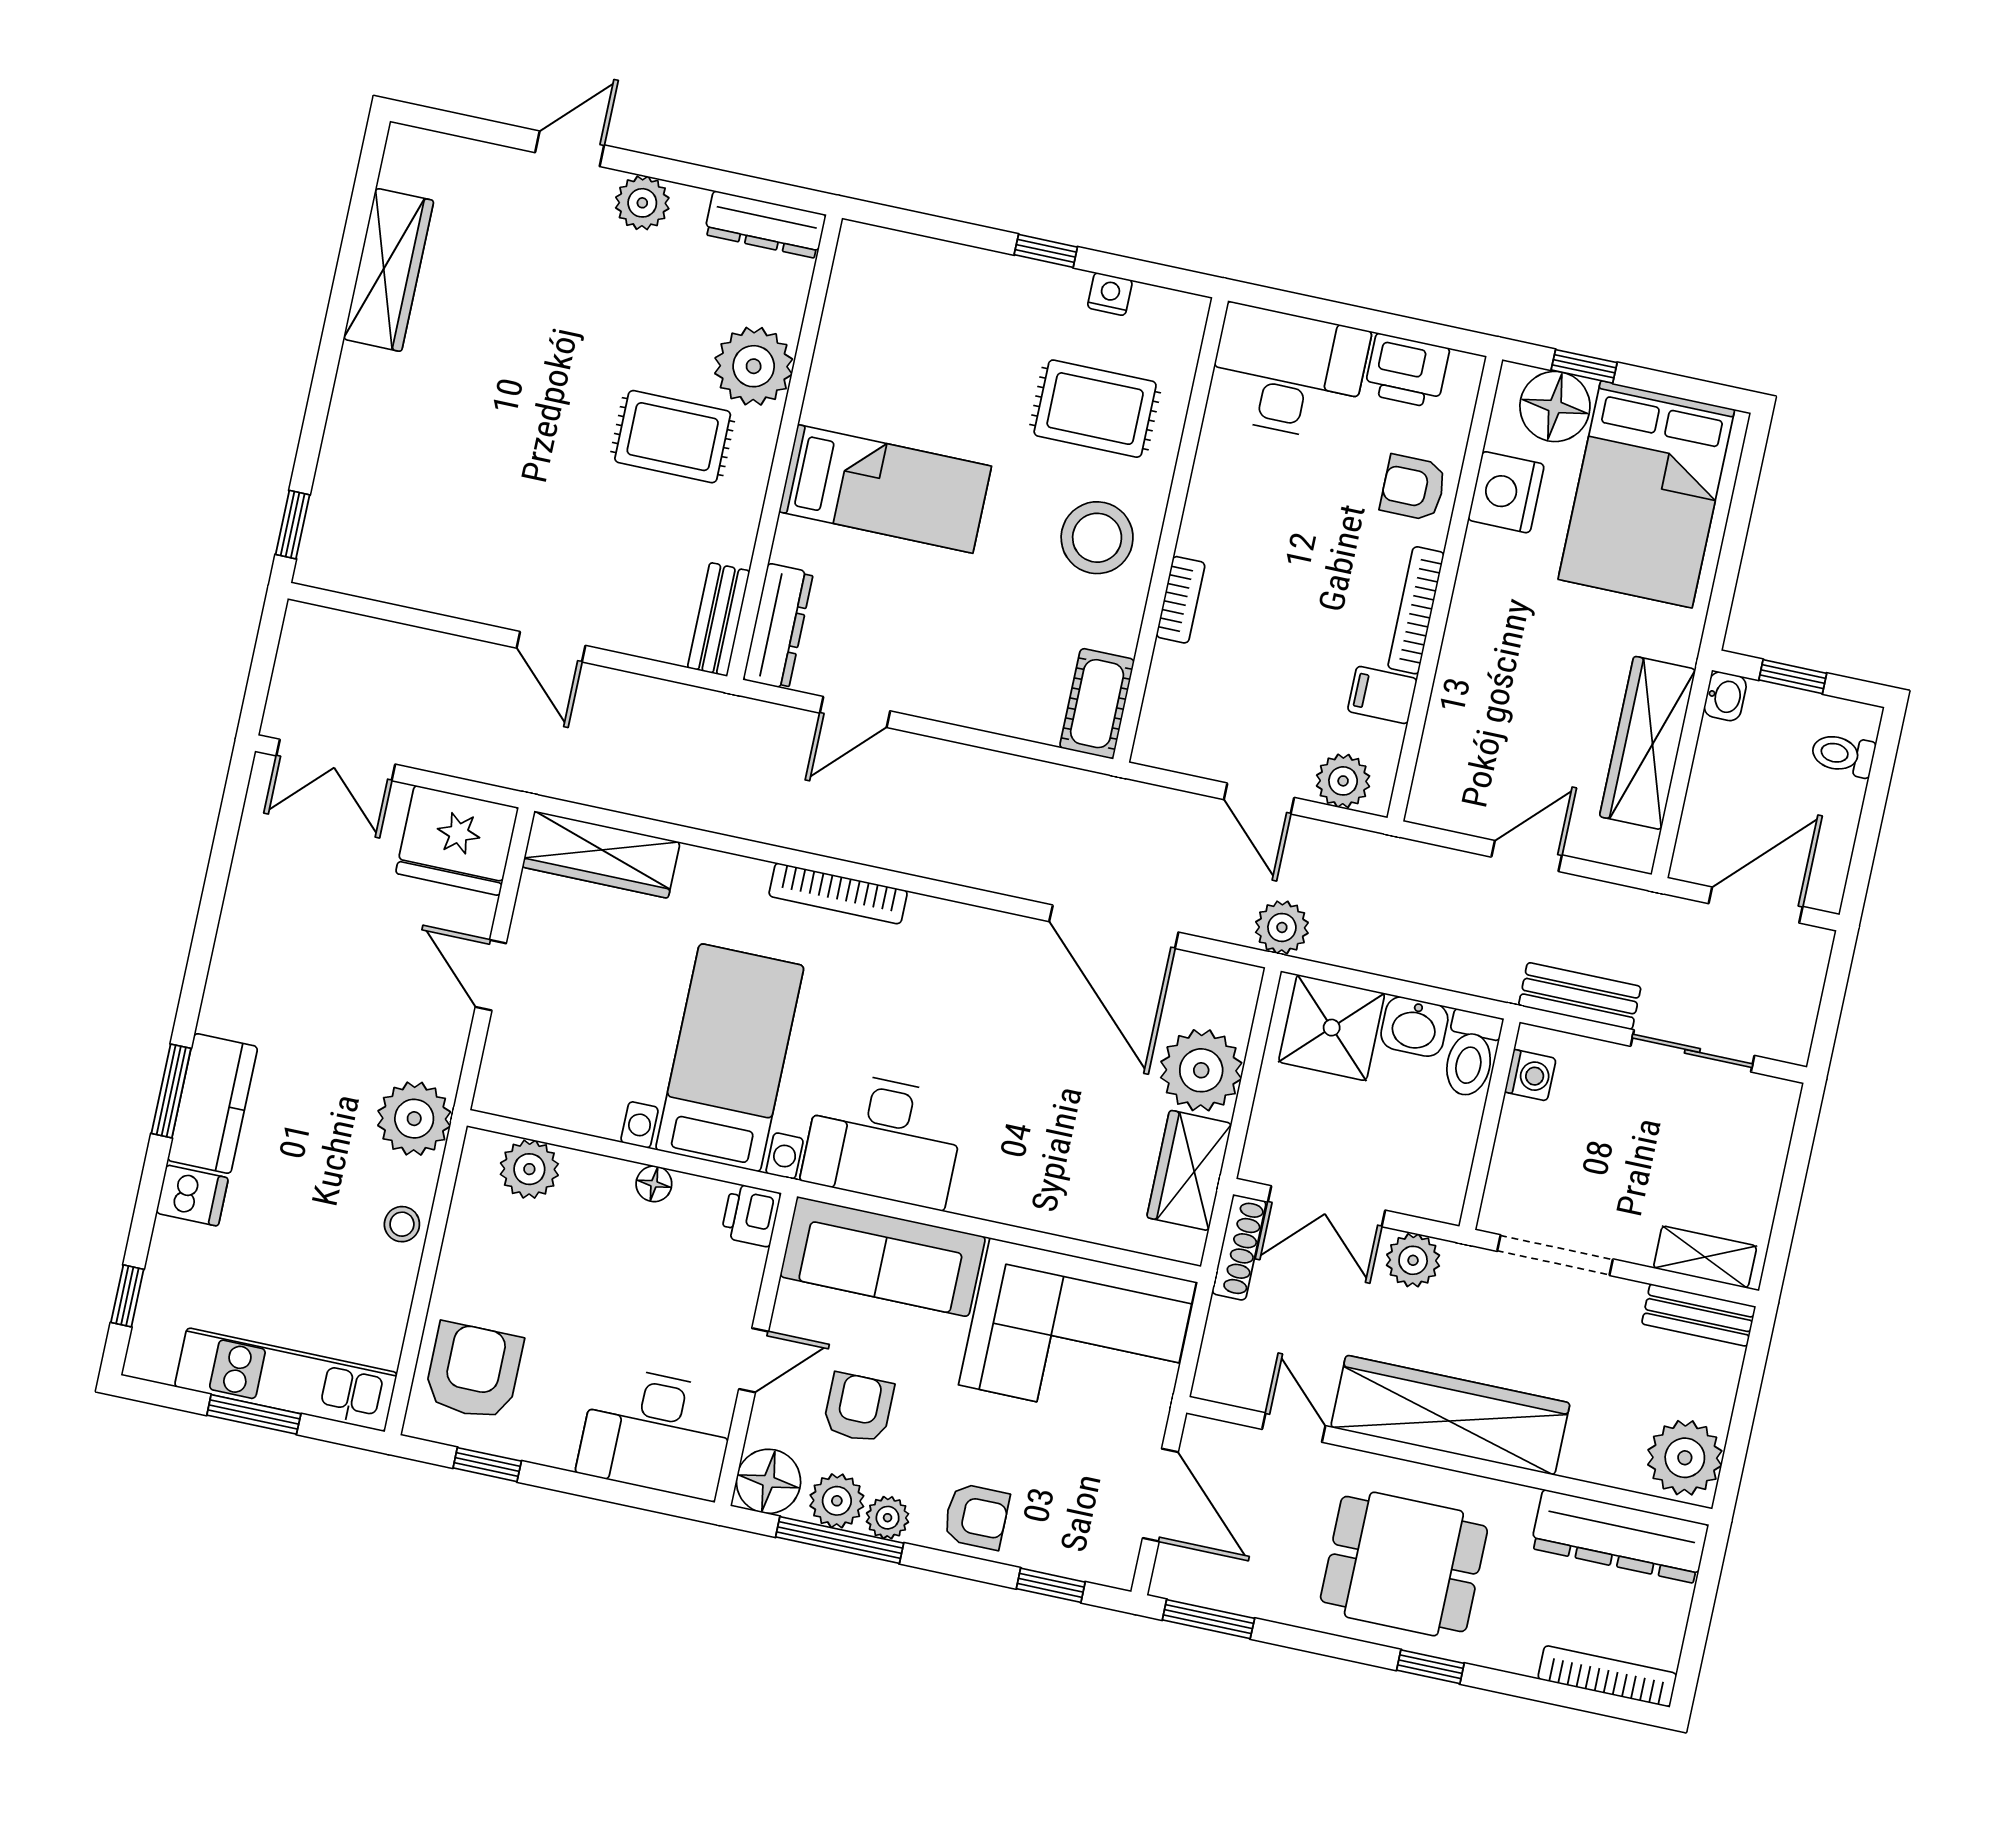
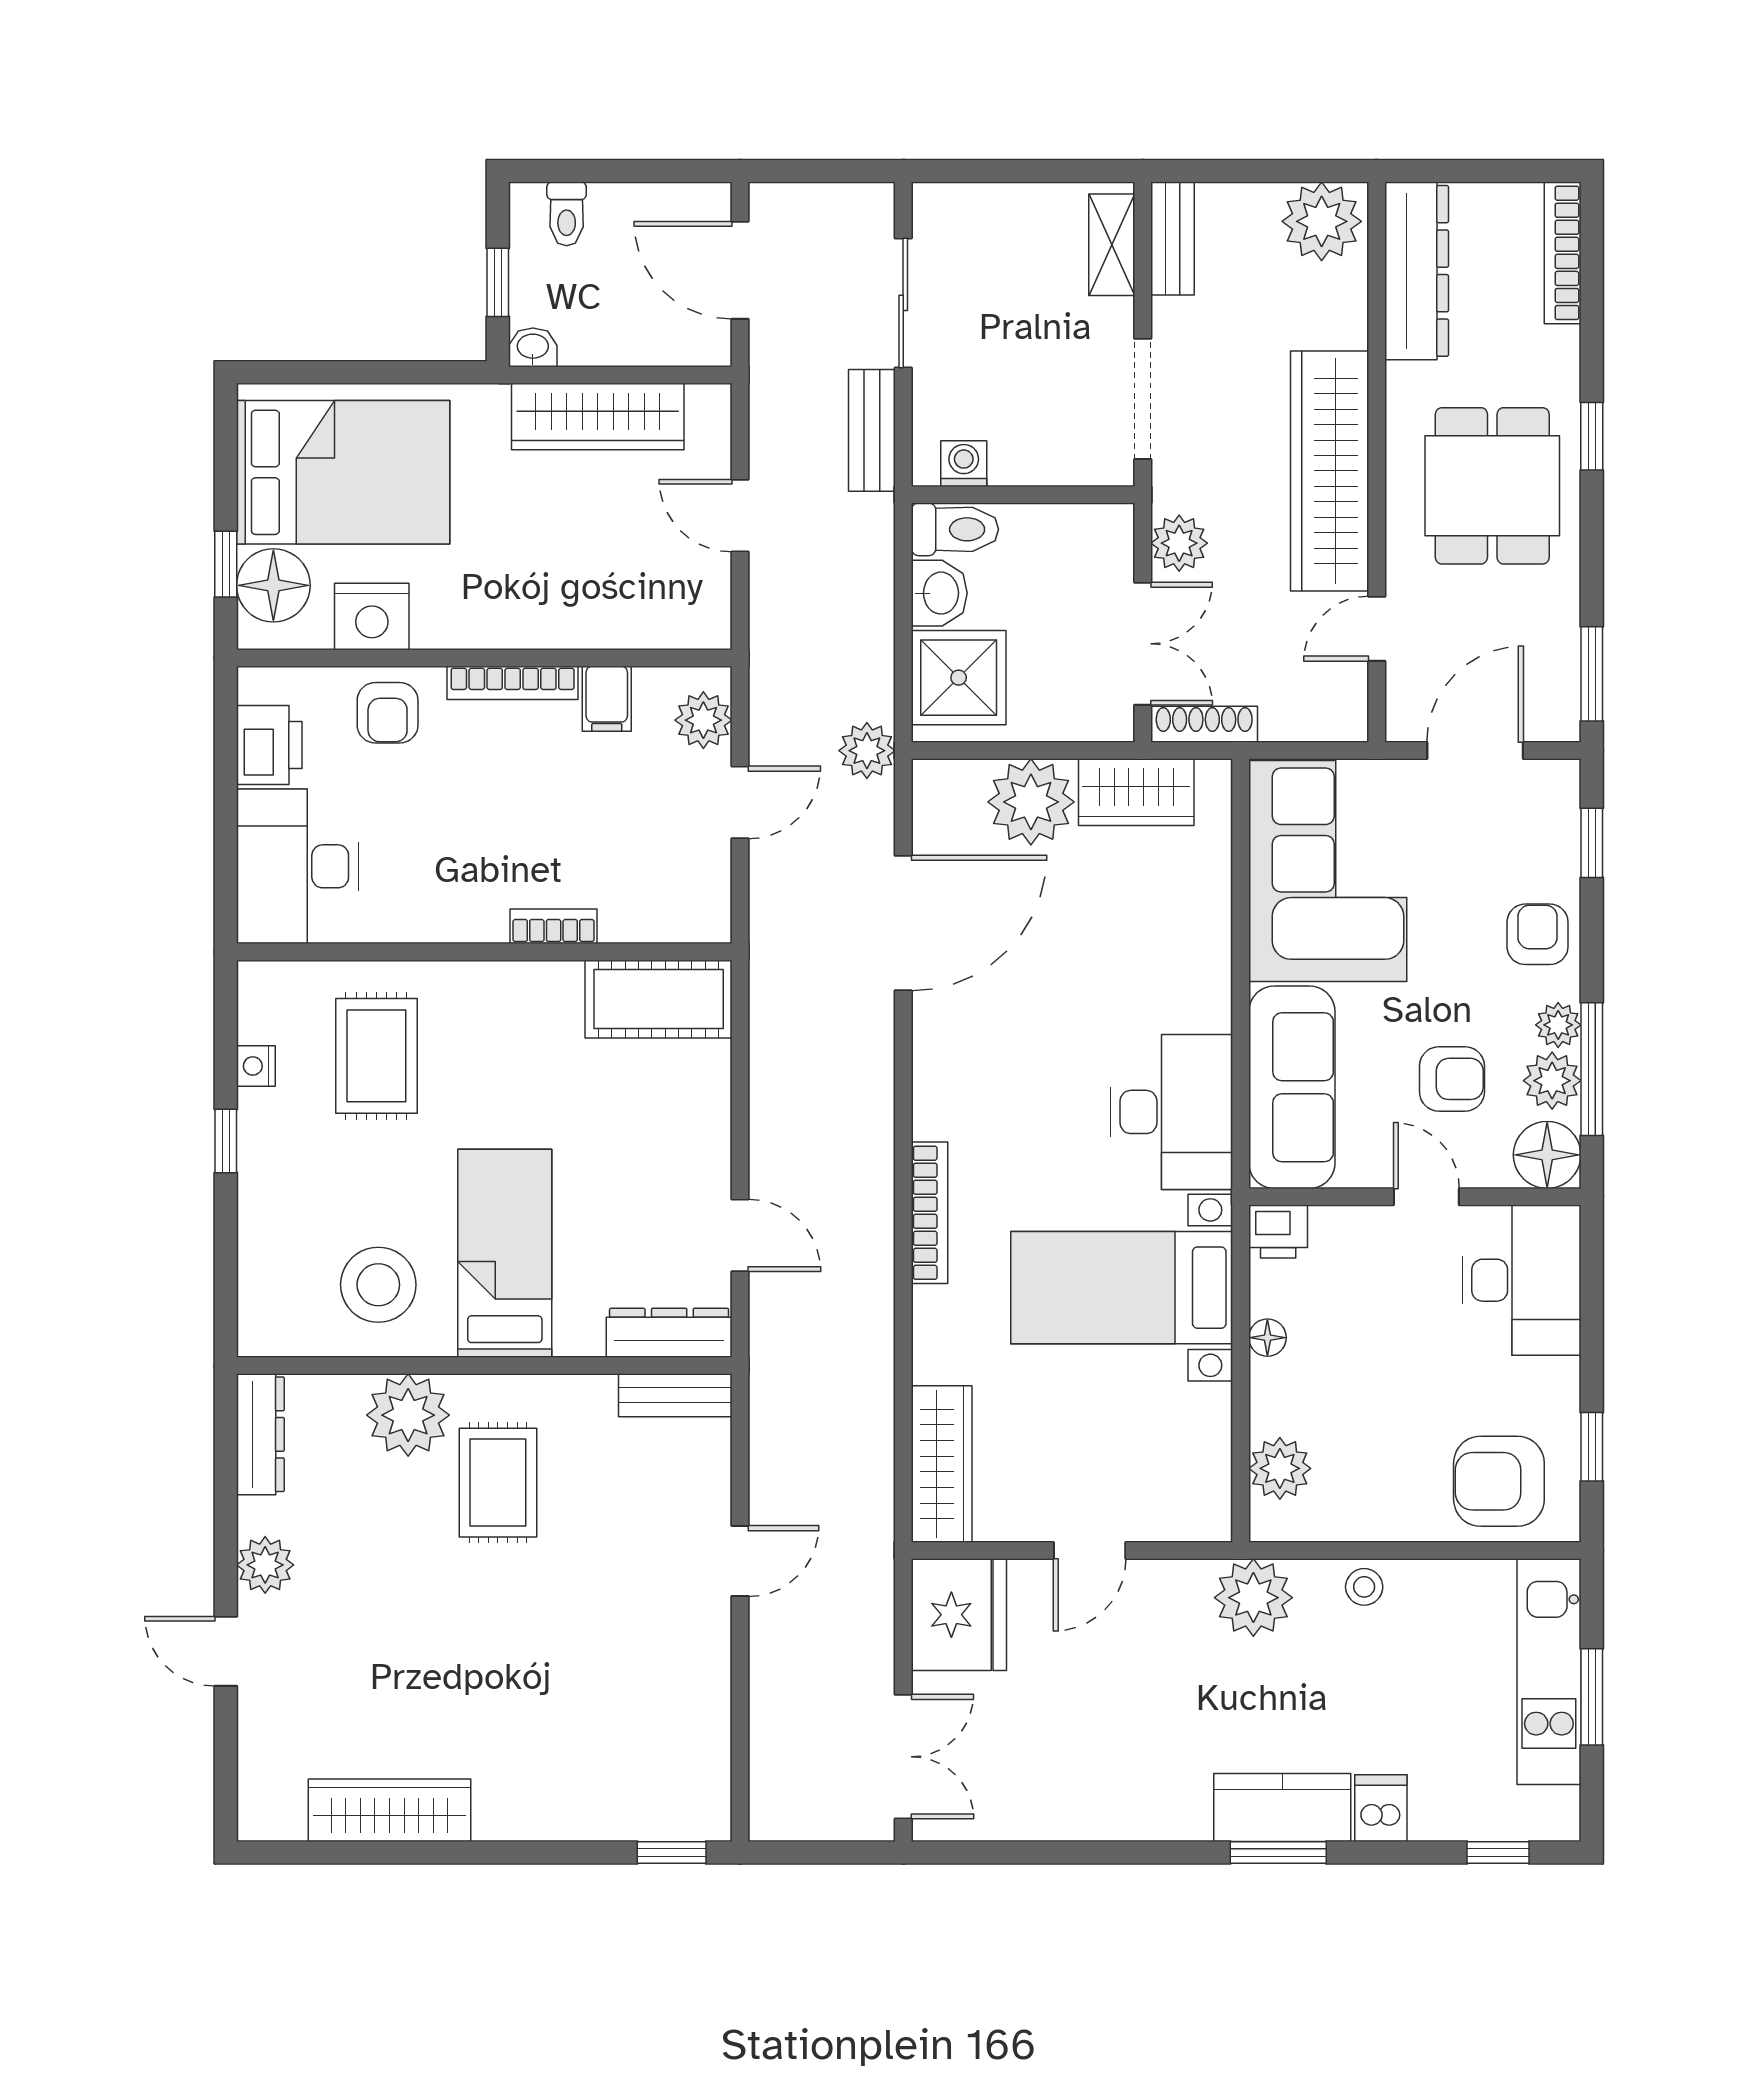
stool: (1097, 538) -> (378, 1285), moved
cot: (1097, 704) -> (659, 999), width x1.37, depth x1.34
armchair: (858, 1408) -> (1452, 1079), turned 180

